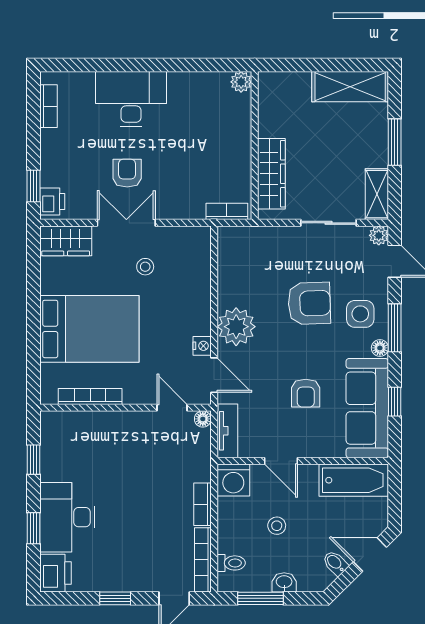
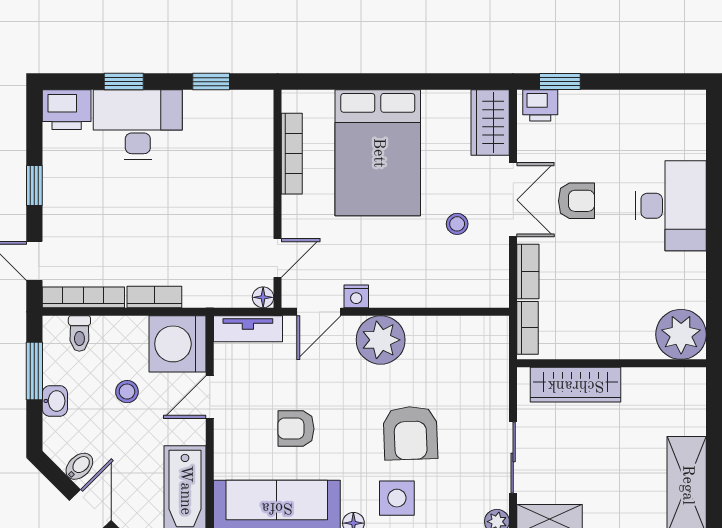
plant: (241, 82) -> (681, 334), width x1.88, depth x1.88
bookcase: (48, 106) -> (528, 272), moved, turned -90
washing machine: (233, 480) -> (177, 344), width x1.37, depth x1.37

